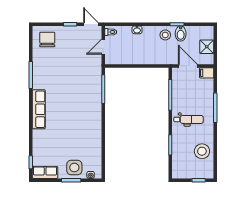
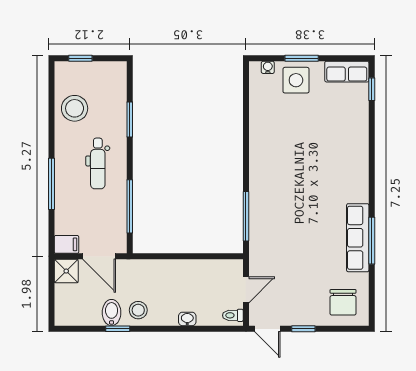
shower: (207, 47) -> (66, 271), moved
row of seats: (39, 109) -> (358, 238), moved
dental chair: (189, 119) -> (98, 163), turned -90

